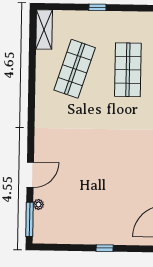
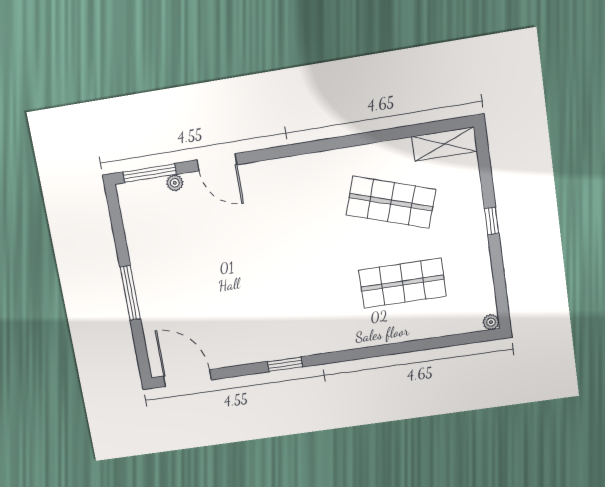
window: (105, 248) -> (130, 293), width x2.17

